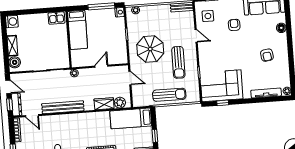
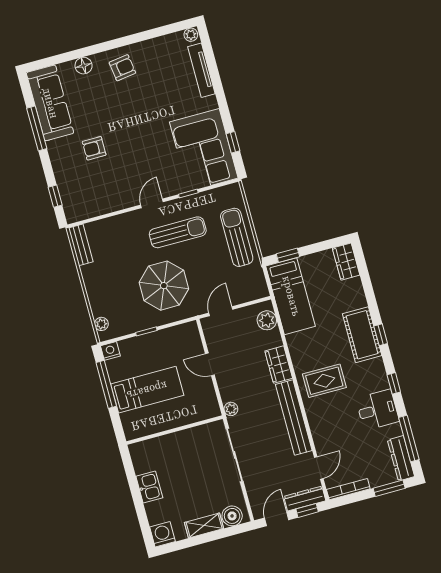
side table: (208, 16) -> (87, 197), removed
kitchen sink: (56, 18) -> (149, 487), moved
bed: (78, 30) -> (147, 390), moved
door: (196, 36) -> (152, 203), moved
armchair: (267, 55) -> (122, 68), moved
wardrobe: (104, 104) -> (279, 365), moved
rug: (80, 128) -> (324, 381), added
window: (155, 136) -> (288, 255), moved

